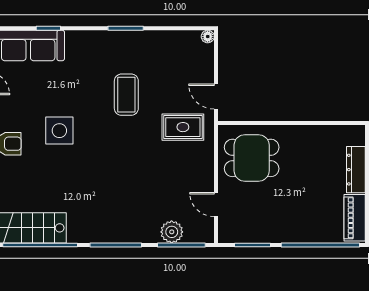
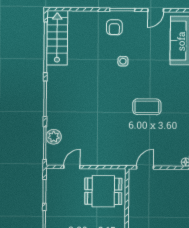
rug: (183, 127) -> (125, 145), removed
side table: (59, 131) -> (123, 61), width x0.54, depth x0.54
dining table: (252, 158) -> (103, 191), turned 90

